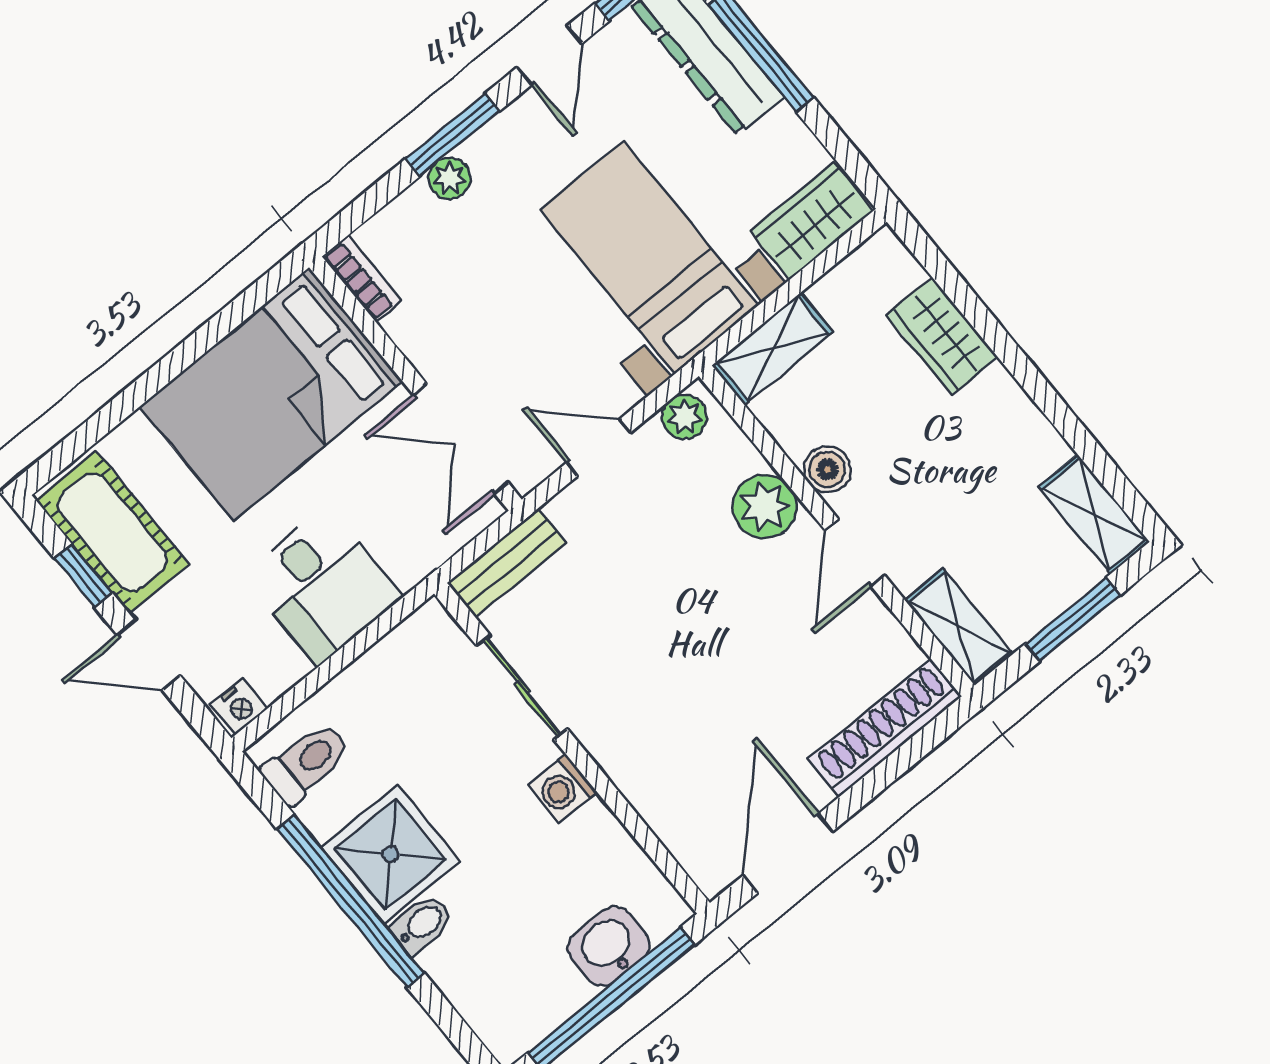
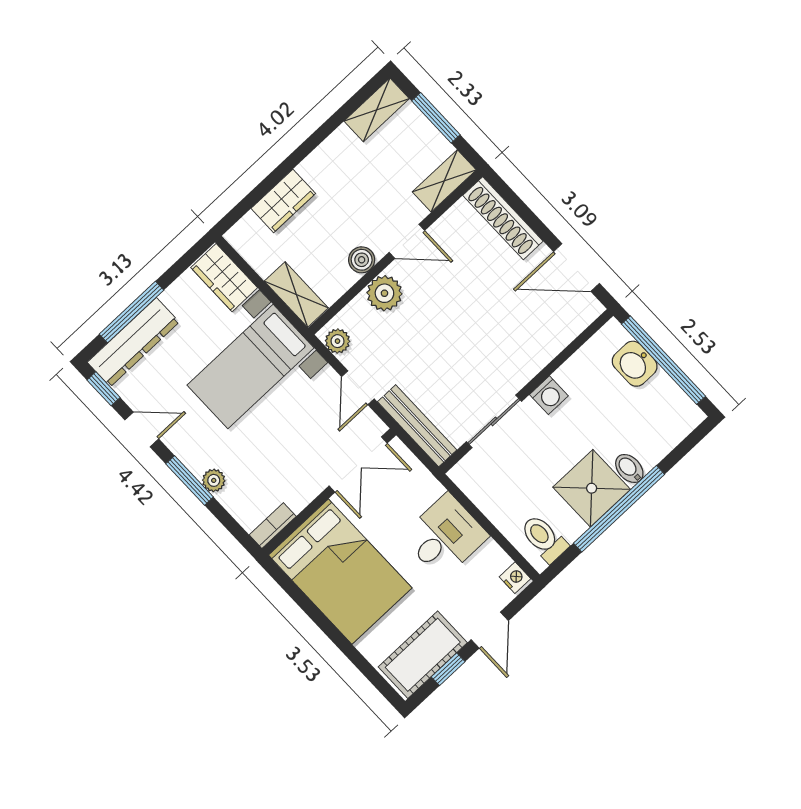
bench: (507, 563) -> (417, 426), width x1.36

